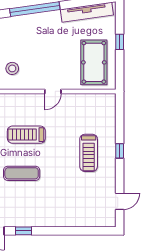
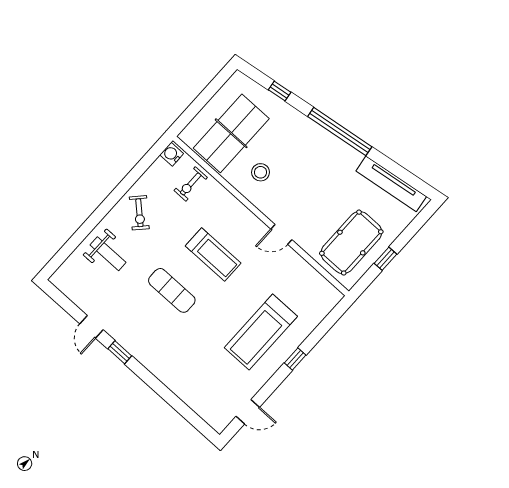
window: (120, 42) -> (386, 259), moved
treadmill: (26, 135) -> (213, 254), turned 180
treadmill: (89, 153) -> (261, 332), width x1.37, depth x1.38

